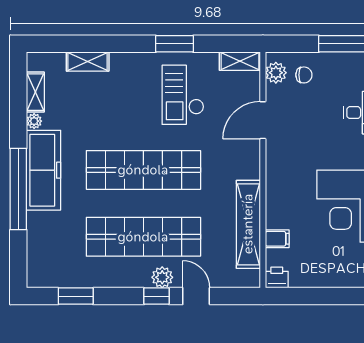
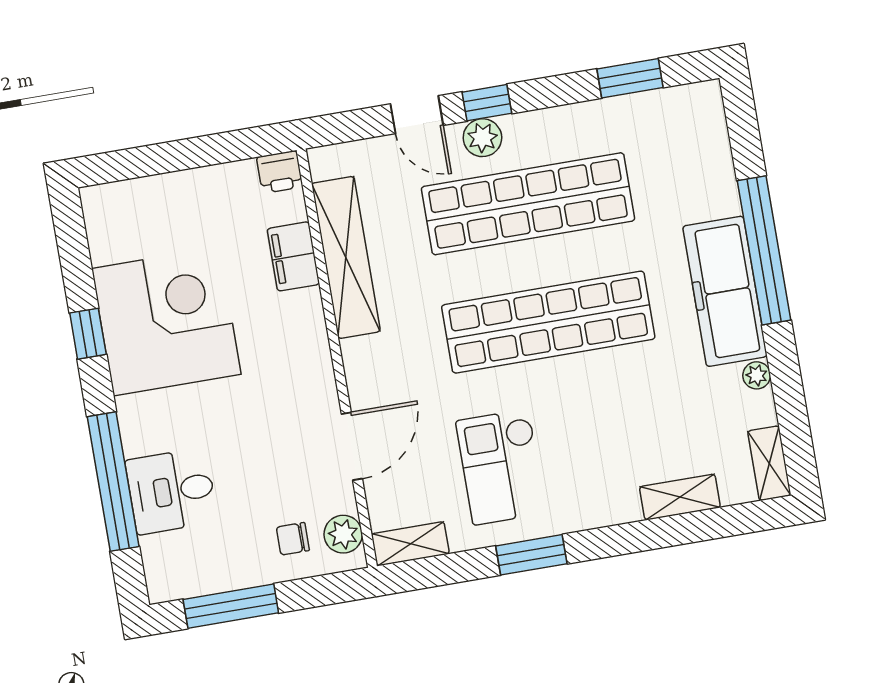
shelving: (35, 92) -> (769, 463), moved
checkout: (183, 95) -> (501, 467), turned 180
filing cabinet: (277, 239) -> (293, 256), width x2.00

